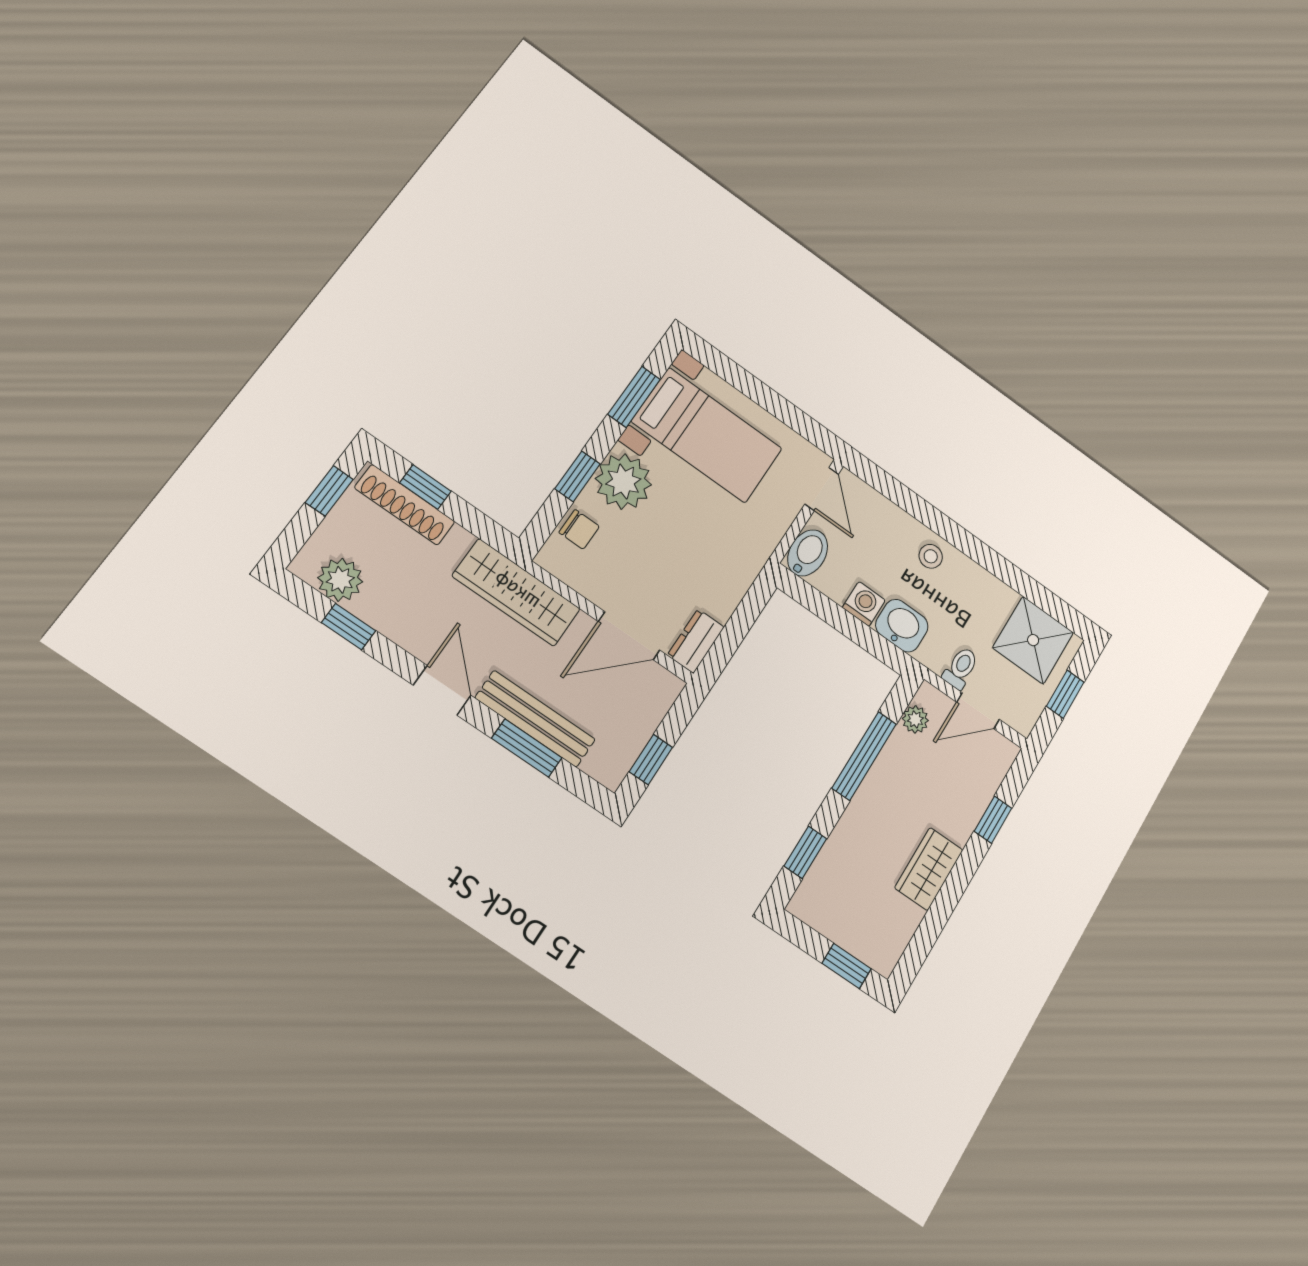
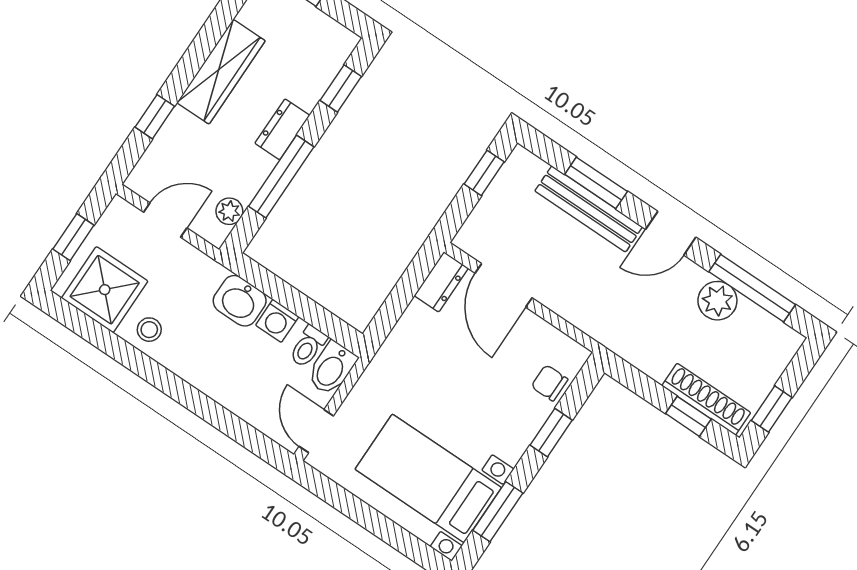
plant: (623, 482) -> (508, 430), removed
stool: (931, 556) -> (149, 330), moved
plant: (340, 580) -> (717, 301), moved
wardrobe: (516, 592) -> (606, 323), removed
window: (349, 627) -> (752, 288), width x2.17
door: (629, 636) -> (504, 285), swing flipped
toilet: (961, 668) -> (308, 346), moved
door: (442, 690) -> (671, 233), hinge flipped
dresser: (865, 807) -> (282, 129), added
wardrobe: (929, 869) -> (221, 72), width x1.50

